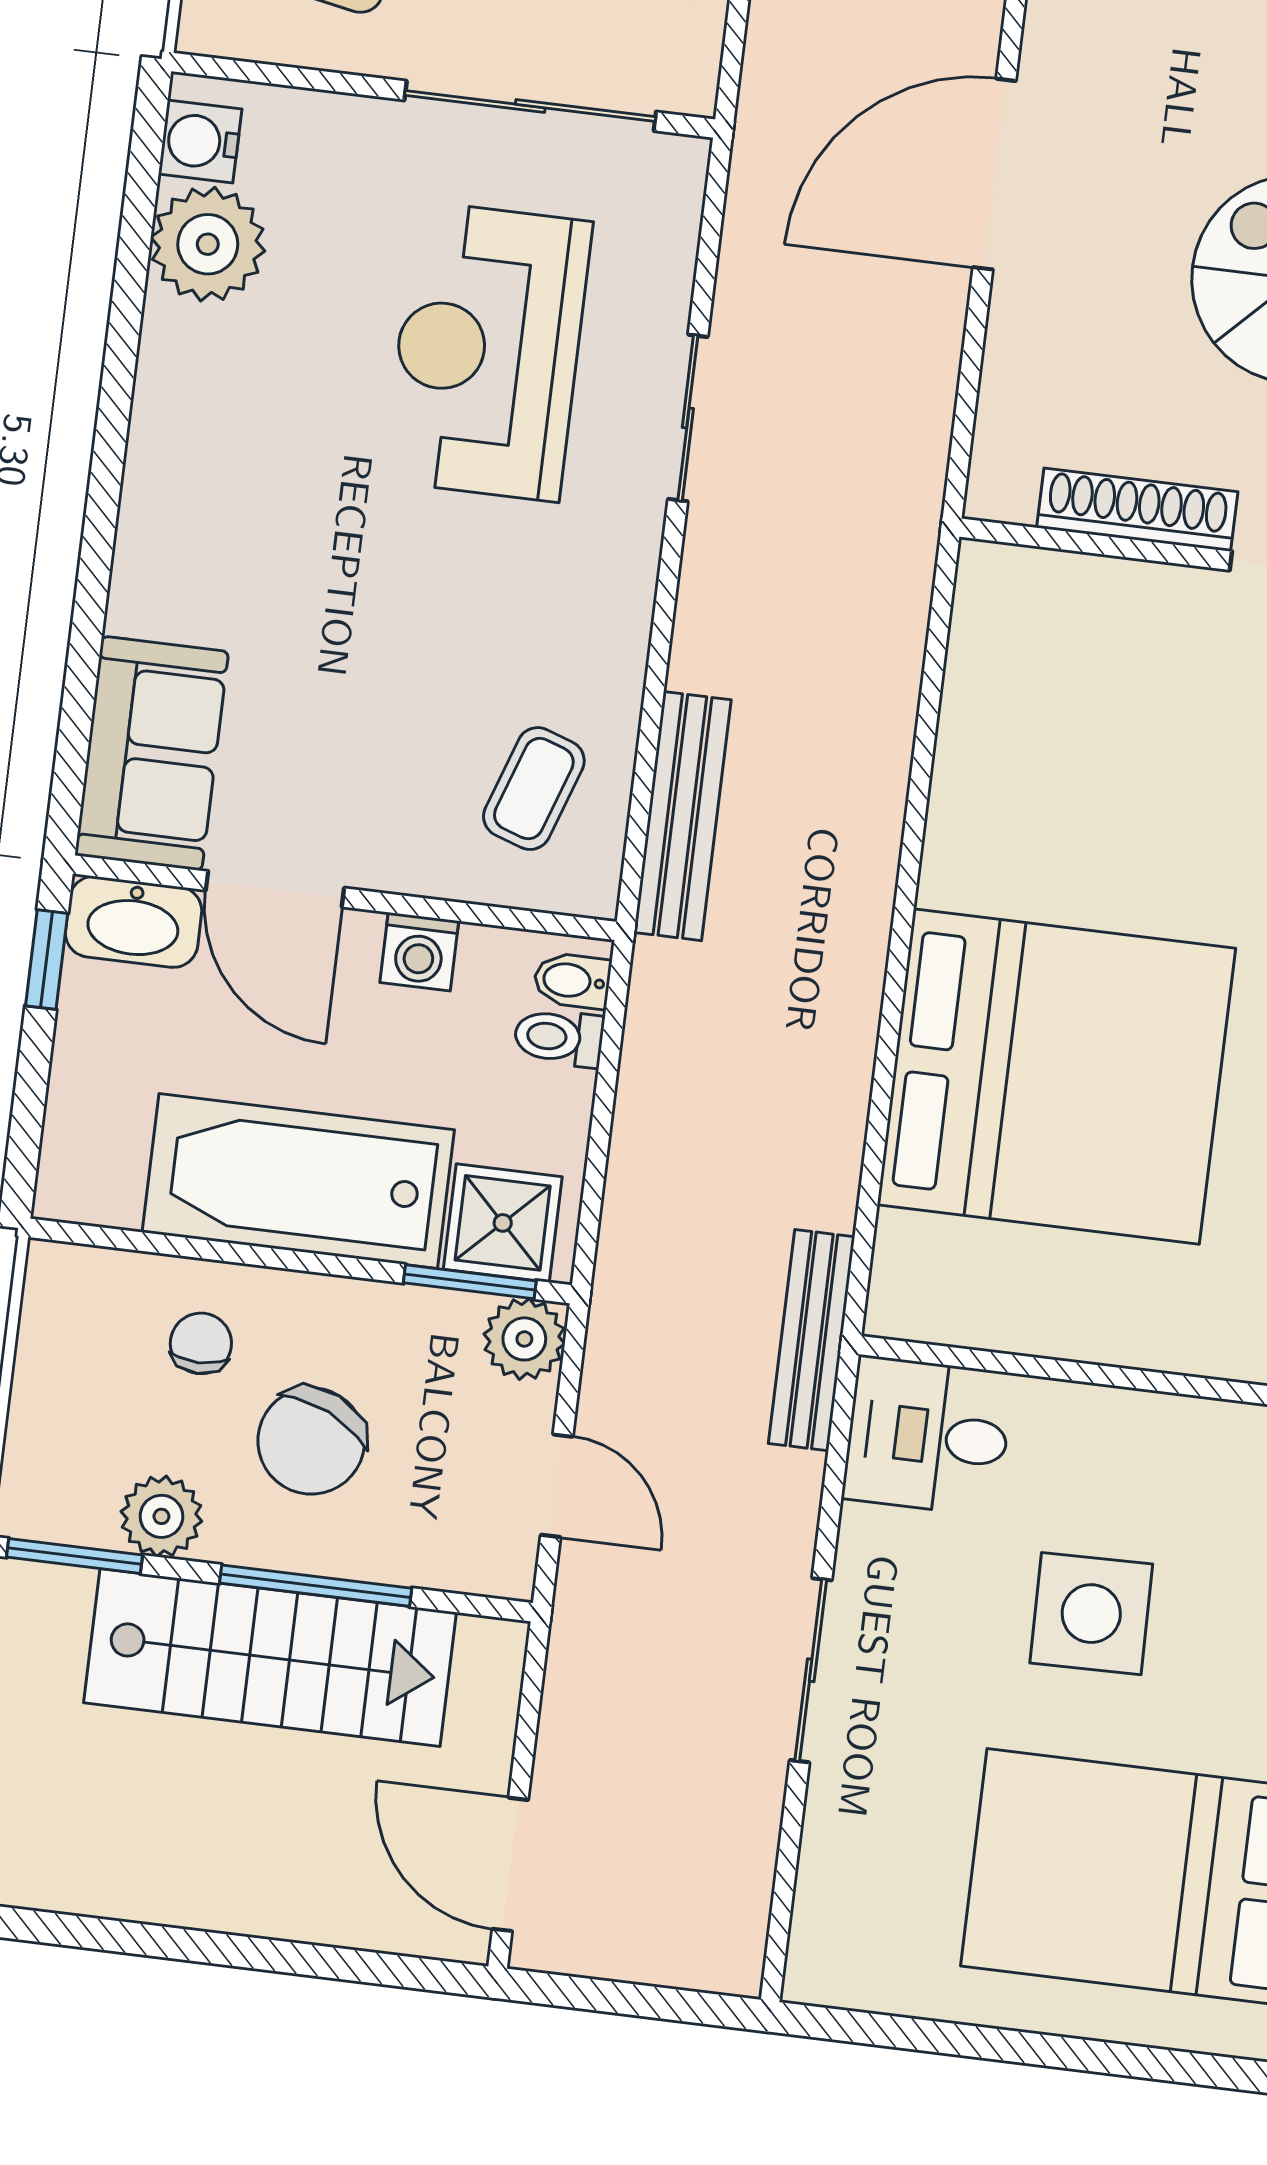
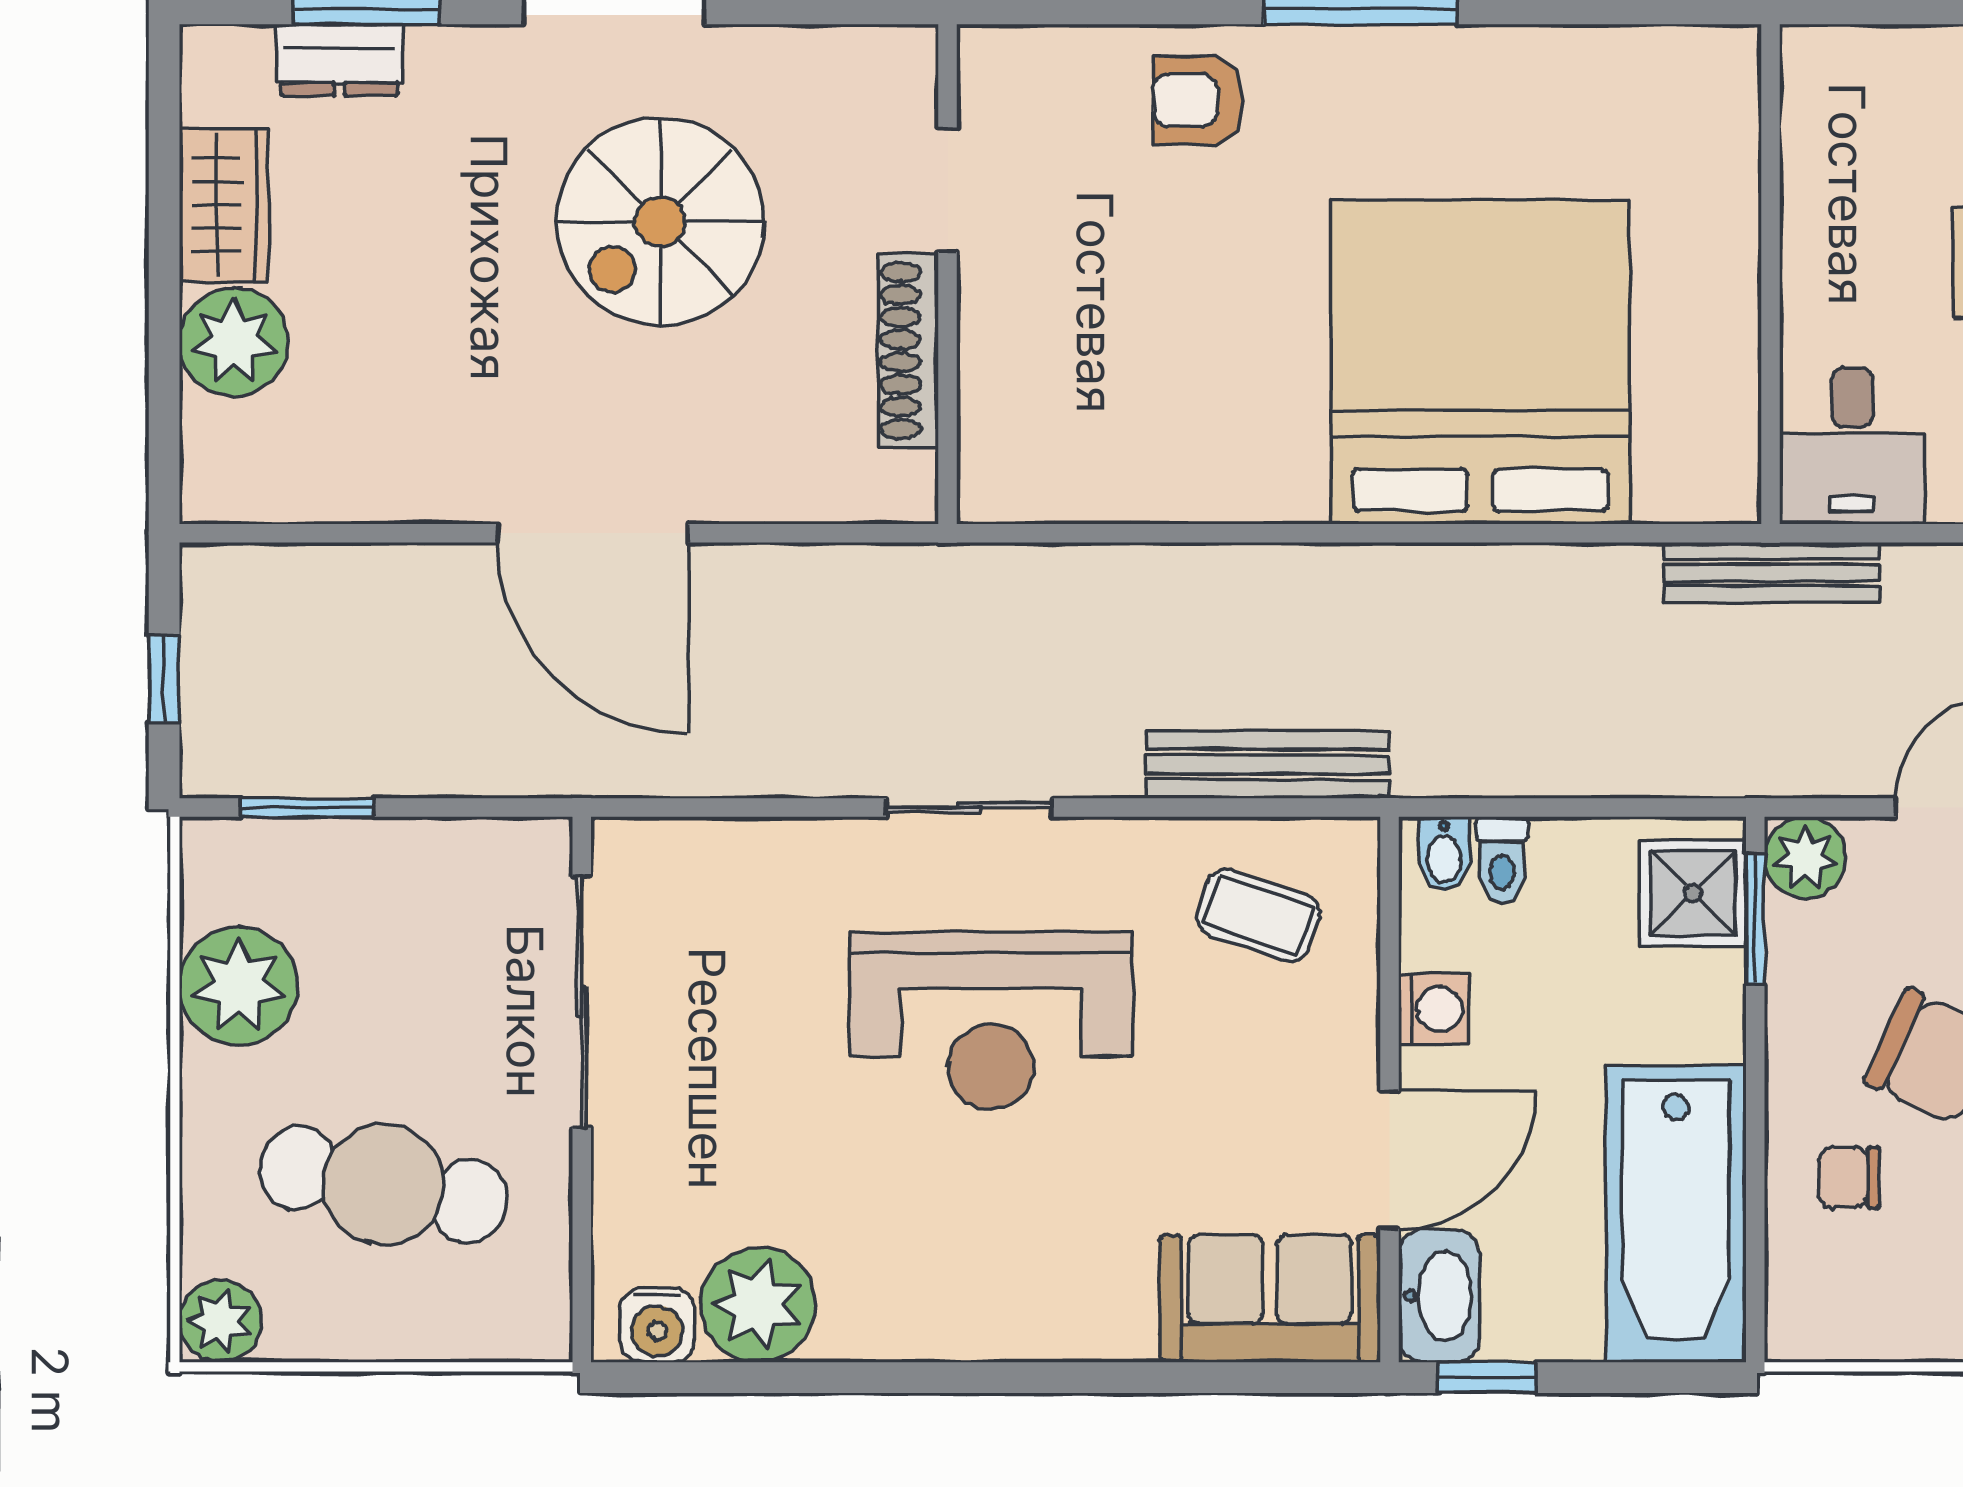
reception desk: (488, 351) -> (991, 1021), moved
sliding door: (688, 418) -> (969, 808), moved
bathtub: (298, 1181) -> (1676, 1214), moved

